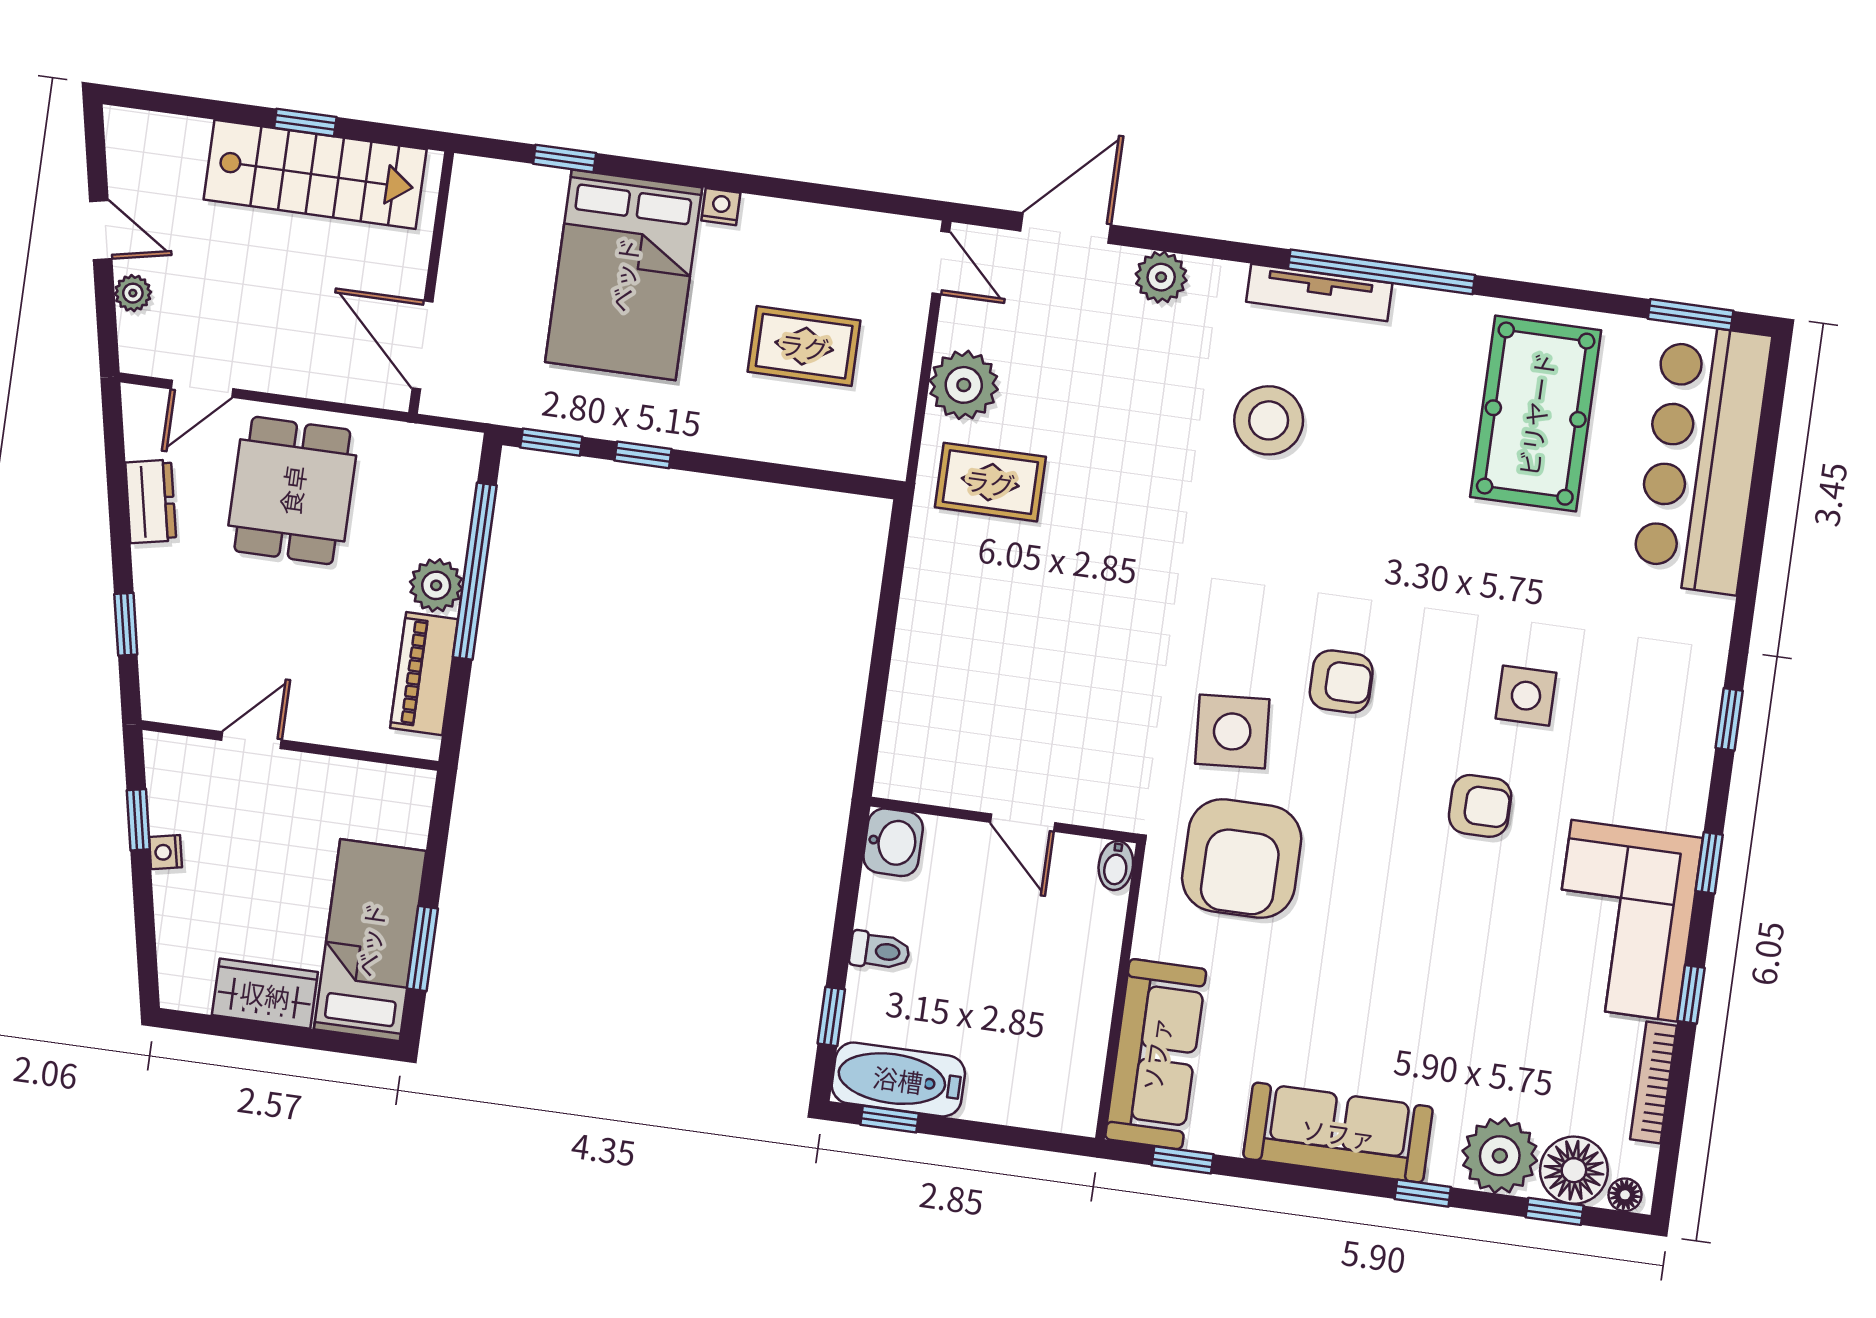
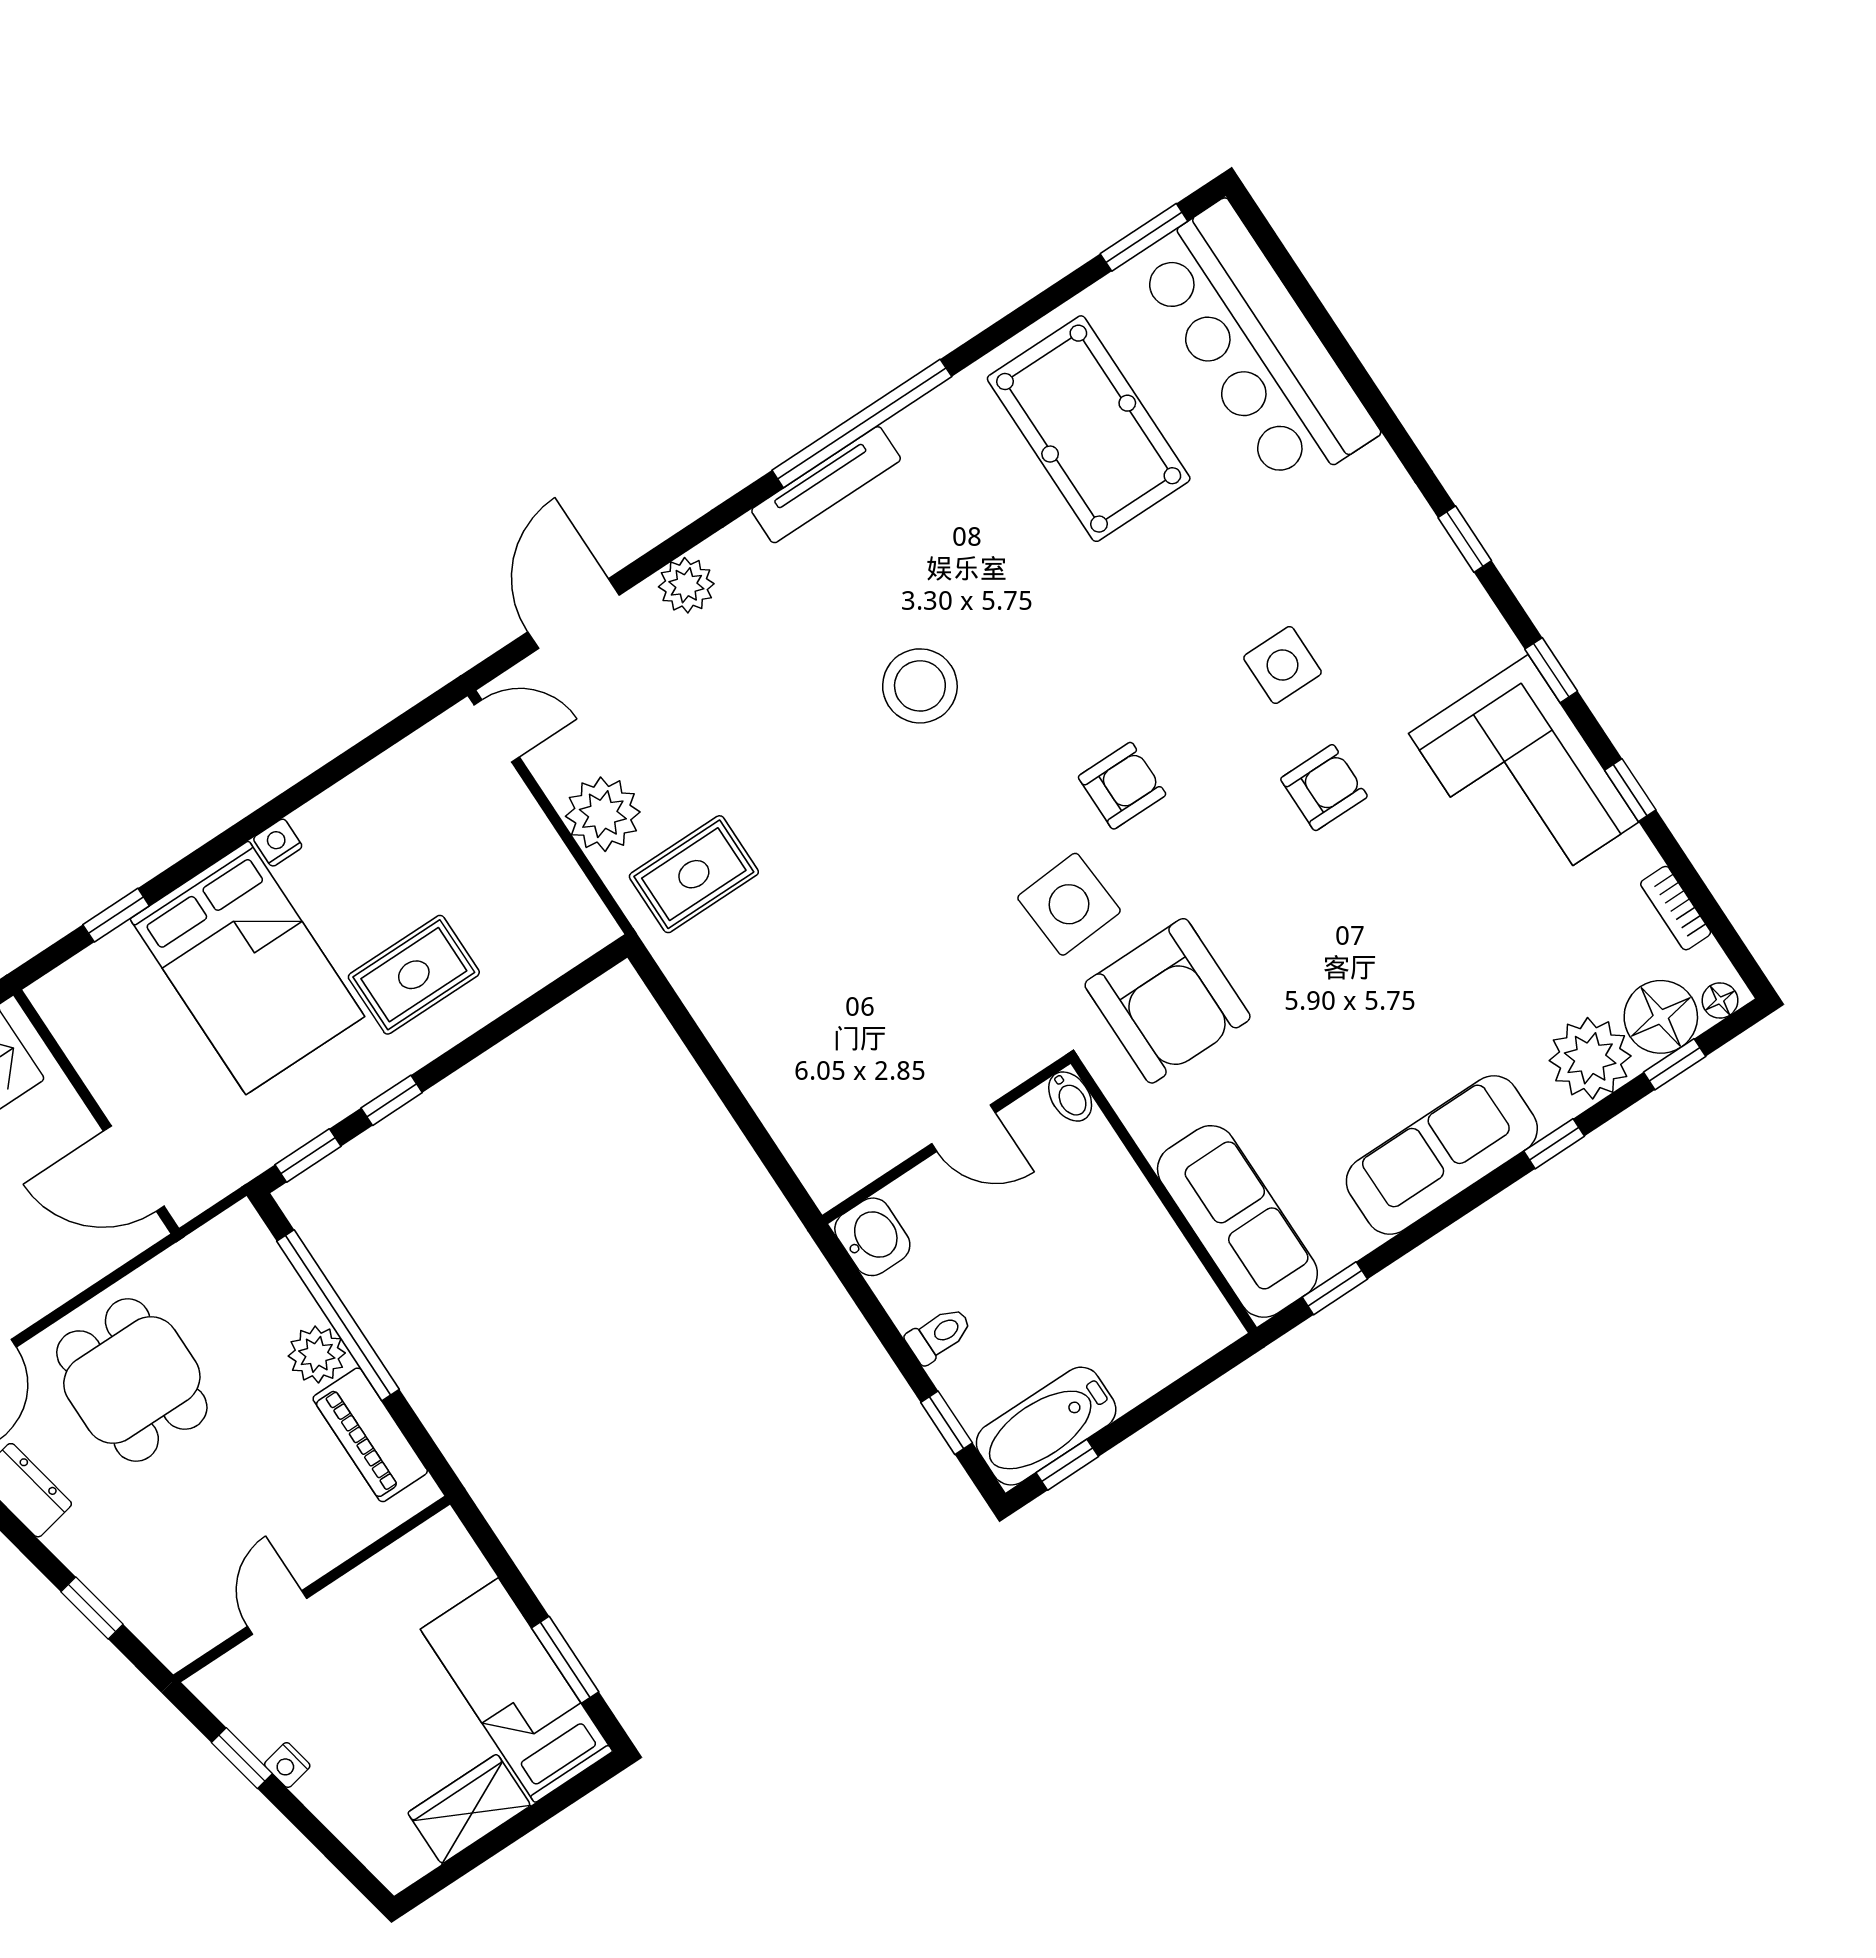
rug: (804, 346) -> (414, 975), moved
stool: (1269, 420) -> (920, 686), moved
bookcase: (1653, 1083) -> (1676, 908), width x0.64

